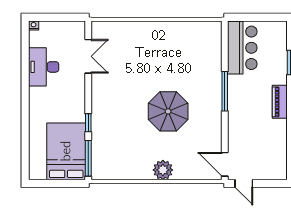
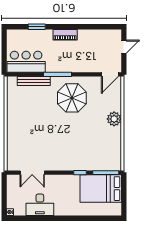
double door: (88, 56) -> (32, 173), swing flipped
bench: (216, 58) -> (34, 81), added
parasol: (168, 111) -> (72, 98), moved
door: (244, 183) -> (124, 47), moved

